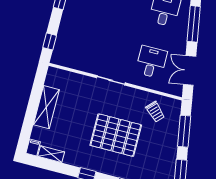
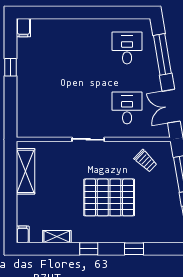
window: (50, 41) -> (11, 114), removed
shelving: (46, 107) -> (26, 171), moved
shelving: (51, 154) -> (57, 237), moved

